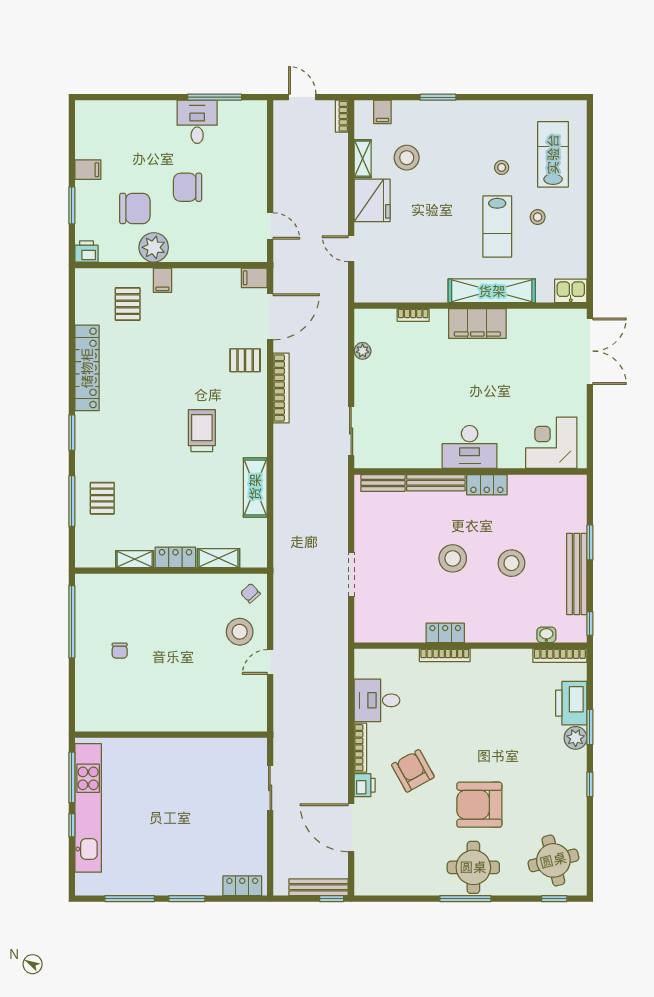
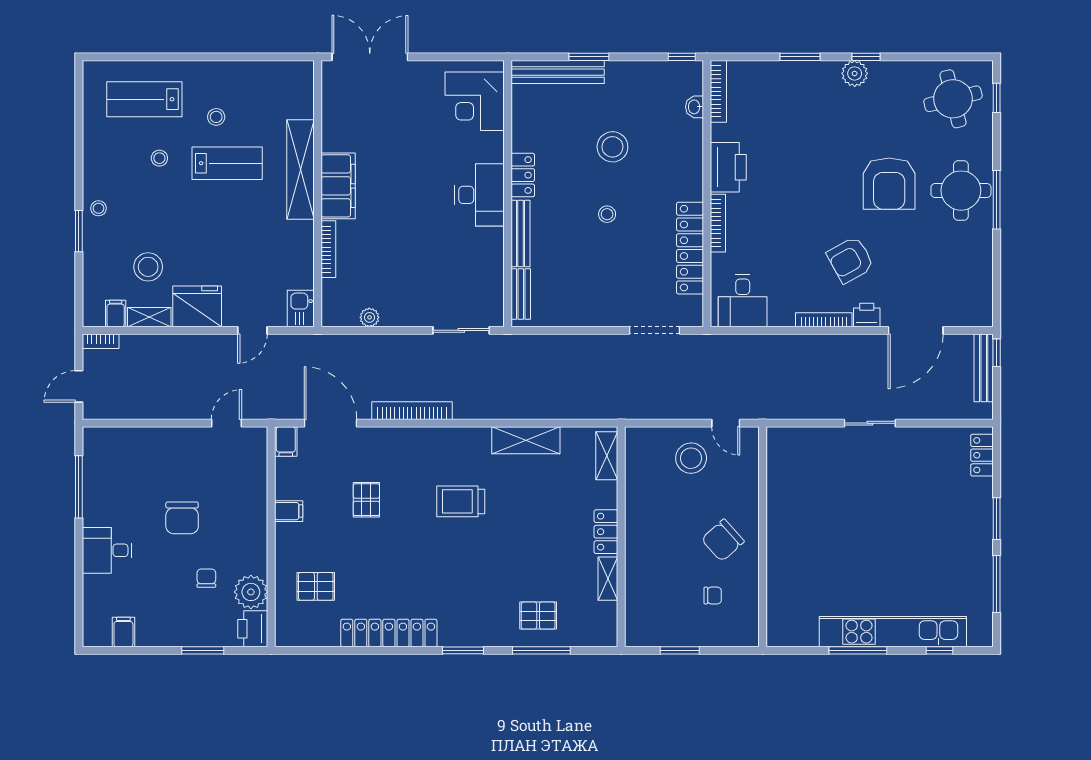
filing cabinet: (382, 112) -> (116, 314), moved, turned -90
stool: (458, 114) -> (99, 208), added
desk: (197, 122) -> (107, 550), moved
filing cabinet: (88, 170) -> (123, 632), moved
chair: (135, 208) -> (206, 578), width x0.54, depth x0.54
plant: (154, 247) -> (251, 592), moved
printer: (86, 252) -> (253, 629), width x1.36, depth x1.24
filing cabinet: (162, 280) -> (289, 511), moved
kitchen sink: (571, 291) -> (301, 309), moved
bookcase: (413, 315) -> (328, 249), width x1.56
pallet: (245, 360) -> (366, 500), moved
shelving: (218, 558) -> (607, 456), moved
stool: (453, 558) -> (607, 214), width x0.53, depth x0.53
bench: (577, 574) -> (558, 72), moved
doorway: (351, 575) -> (654, 330), moved
chair: (250, 593) -> (723, 540), moved, width x1.87, depth x1.87
window: (72, 622) -> (680, 650), width x0.47
locker: (445, 633) -> (690, 248), width x2.16, depth x1.21
desk: (377, 700) -> (743, 301), moved
printer: (571, 703) -> (728, 167), moved, turned -90
wall: (171, 735) -> (763, 537), moved
plant: (576, 738) -> (855, 73), moved
window: (72, 825) -> (939, 650), moved

